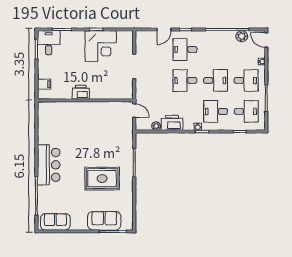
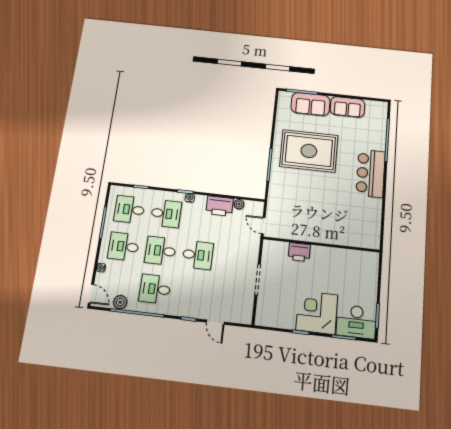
door: (164, 29) -> (215, 322), swing flipped
desk: (49, 43) -> (356, 322), width x1.37
corner desk: (101, 46) -> (317, 312), moved
desk: (185, 50) -> (155, 289), moved, turned 180
filing cabinet: (44, 84) -> (370, 270), removed
printer: (81, 92) -> (299, 252), moved
rug: (102, 179) -> (309, 151), width x1.37, depth x1.44
sofa: (55, 222) -> (348, 107), moved

